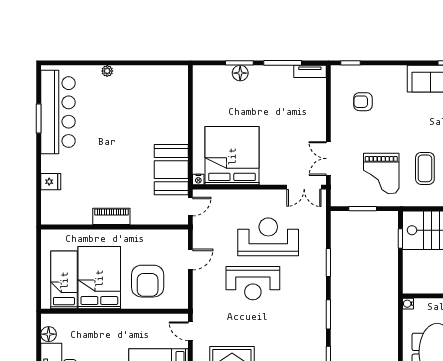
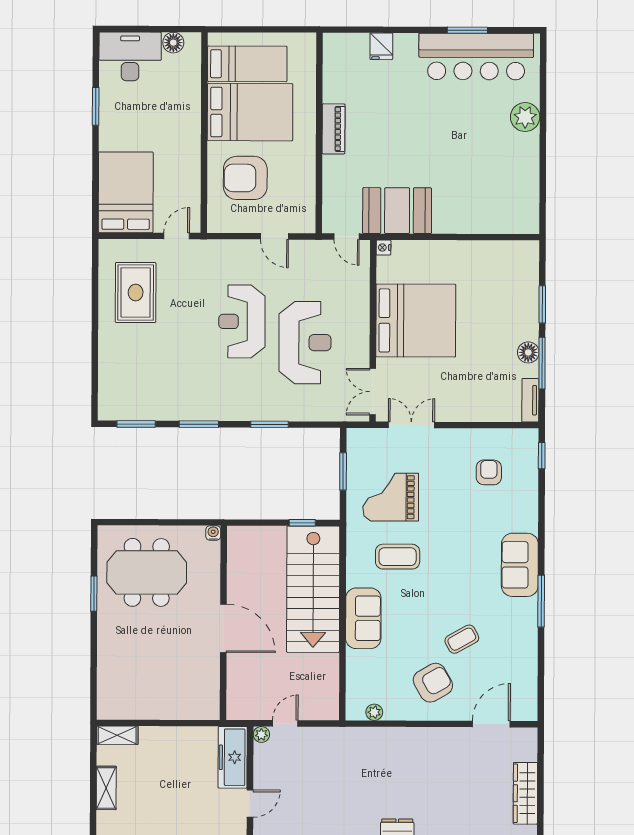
plant: (107, 71) -> (525, 117), width x1.87, depth x1.87
floor lamp: (240, 73) -> (528, 352), moved
bed: (232, 156) -> (416, 321), moved

